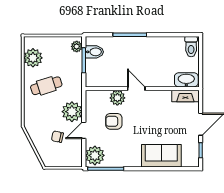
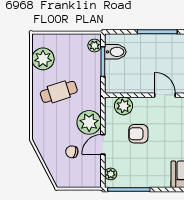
plant: (117, 98) -> (124, 106), moved
plant: (95, 155) -> (111, 174), width x0.53, depth x0.53

